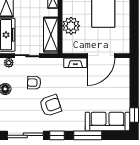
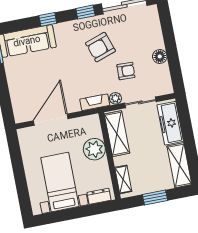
plant: (9, 63) -> (115, 98), moved
fireplace: (75, 63) -> (95, 102), moved
window: (88, 135) -> (48, 19), width x0.46

